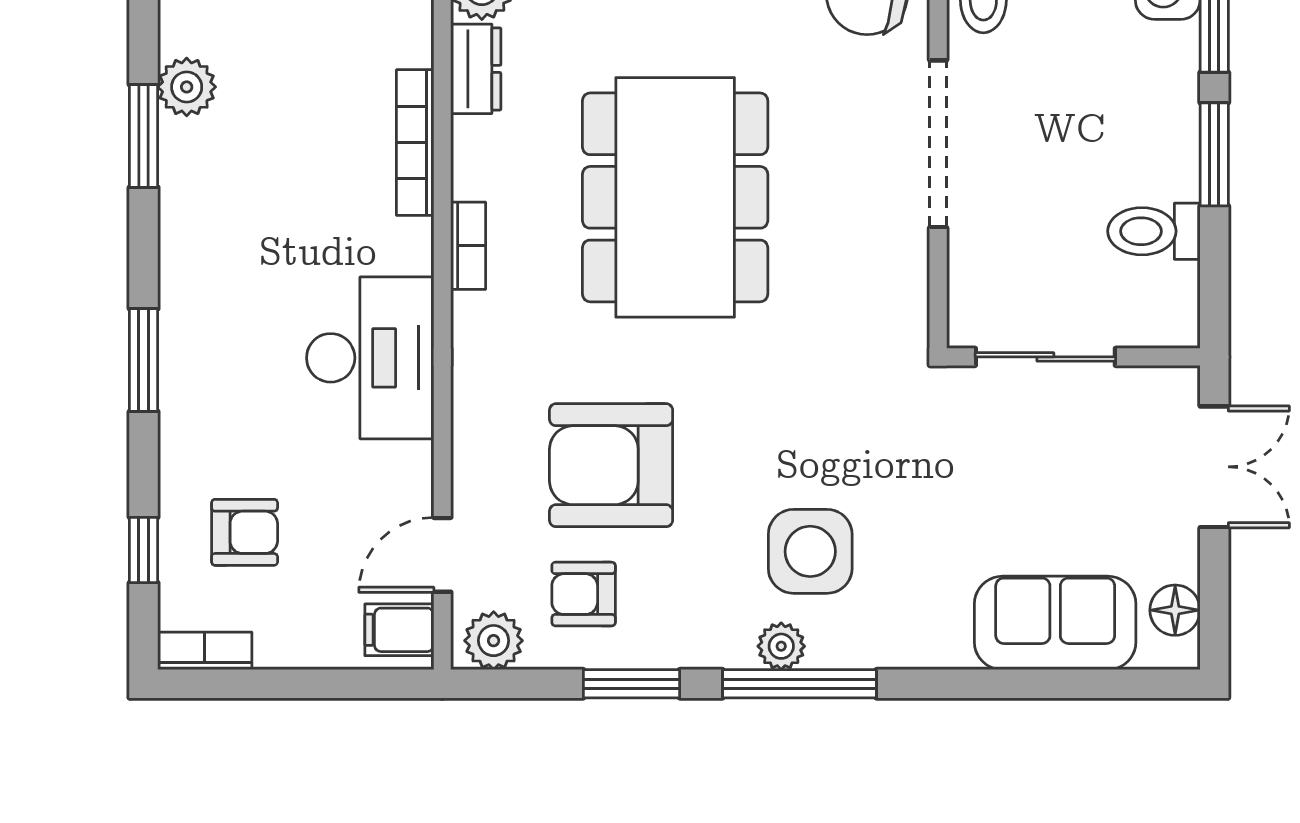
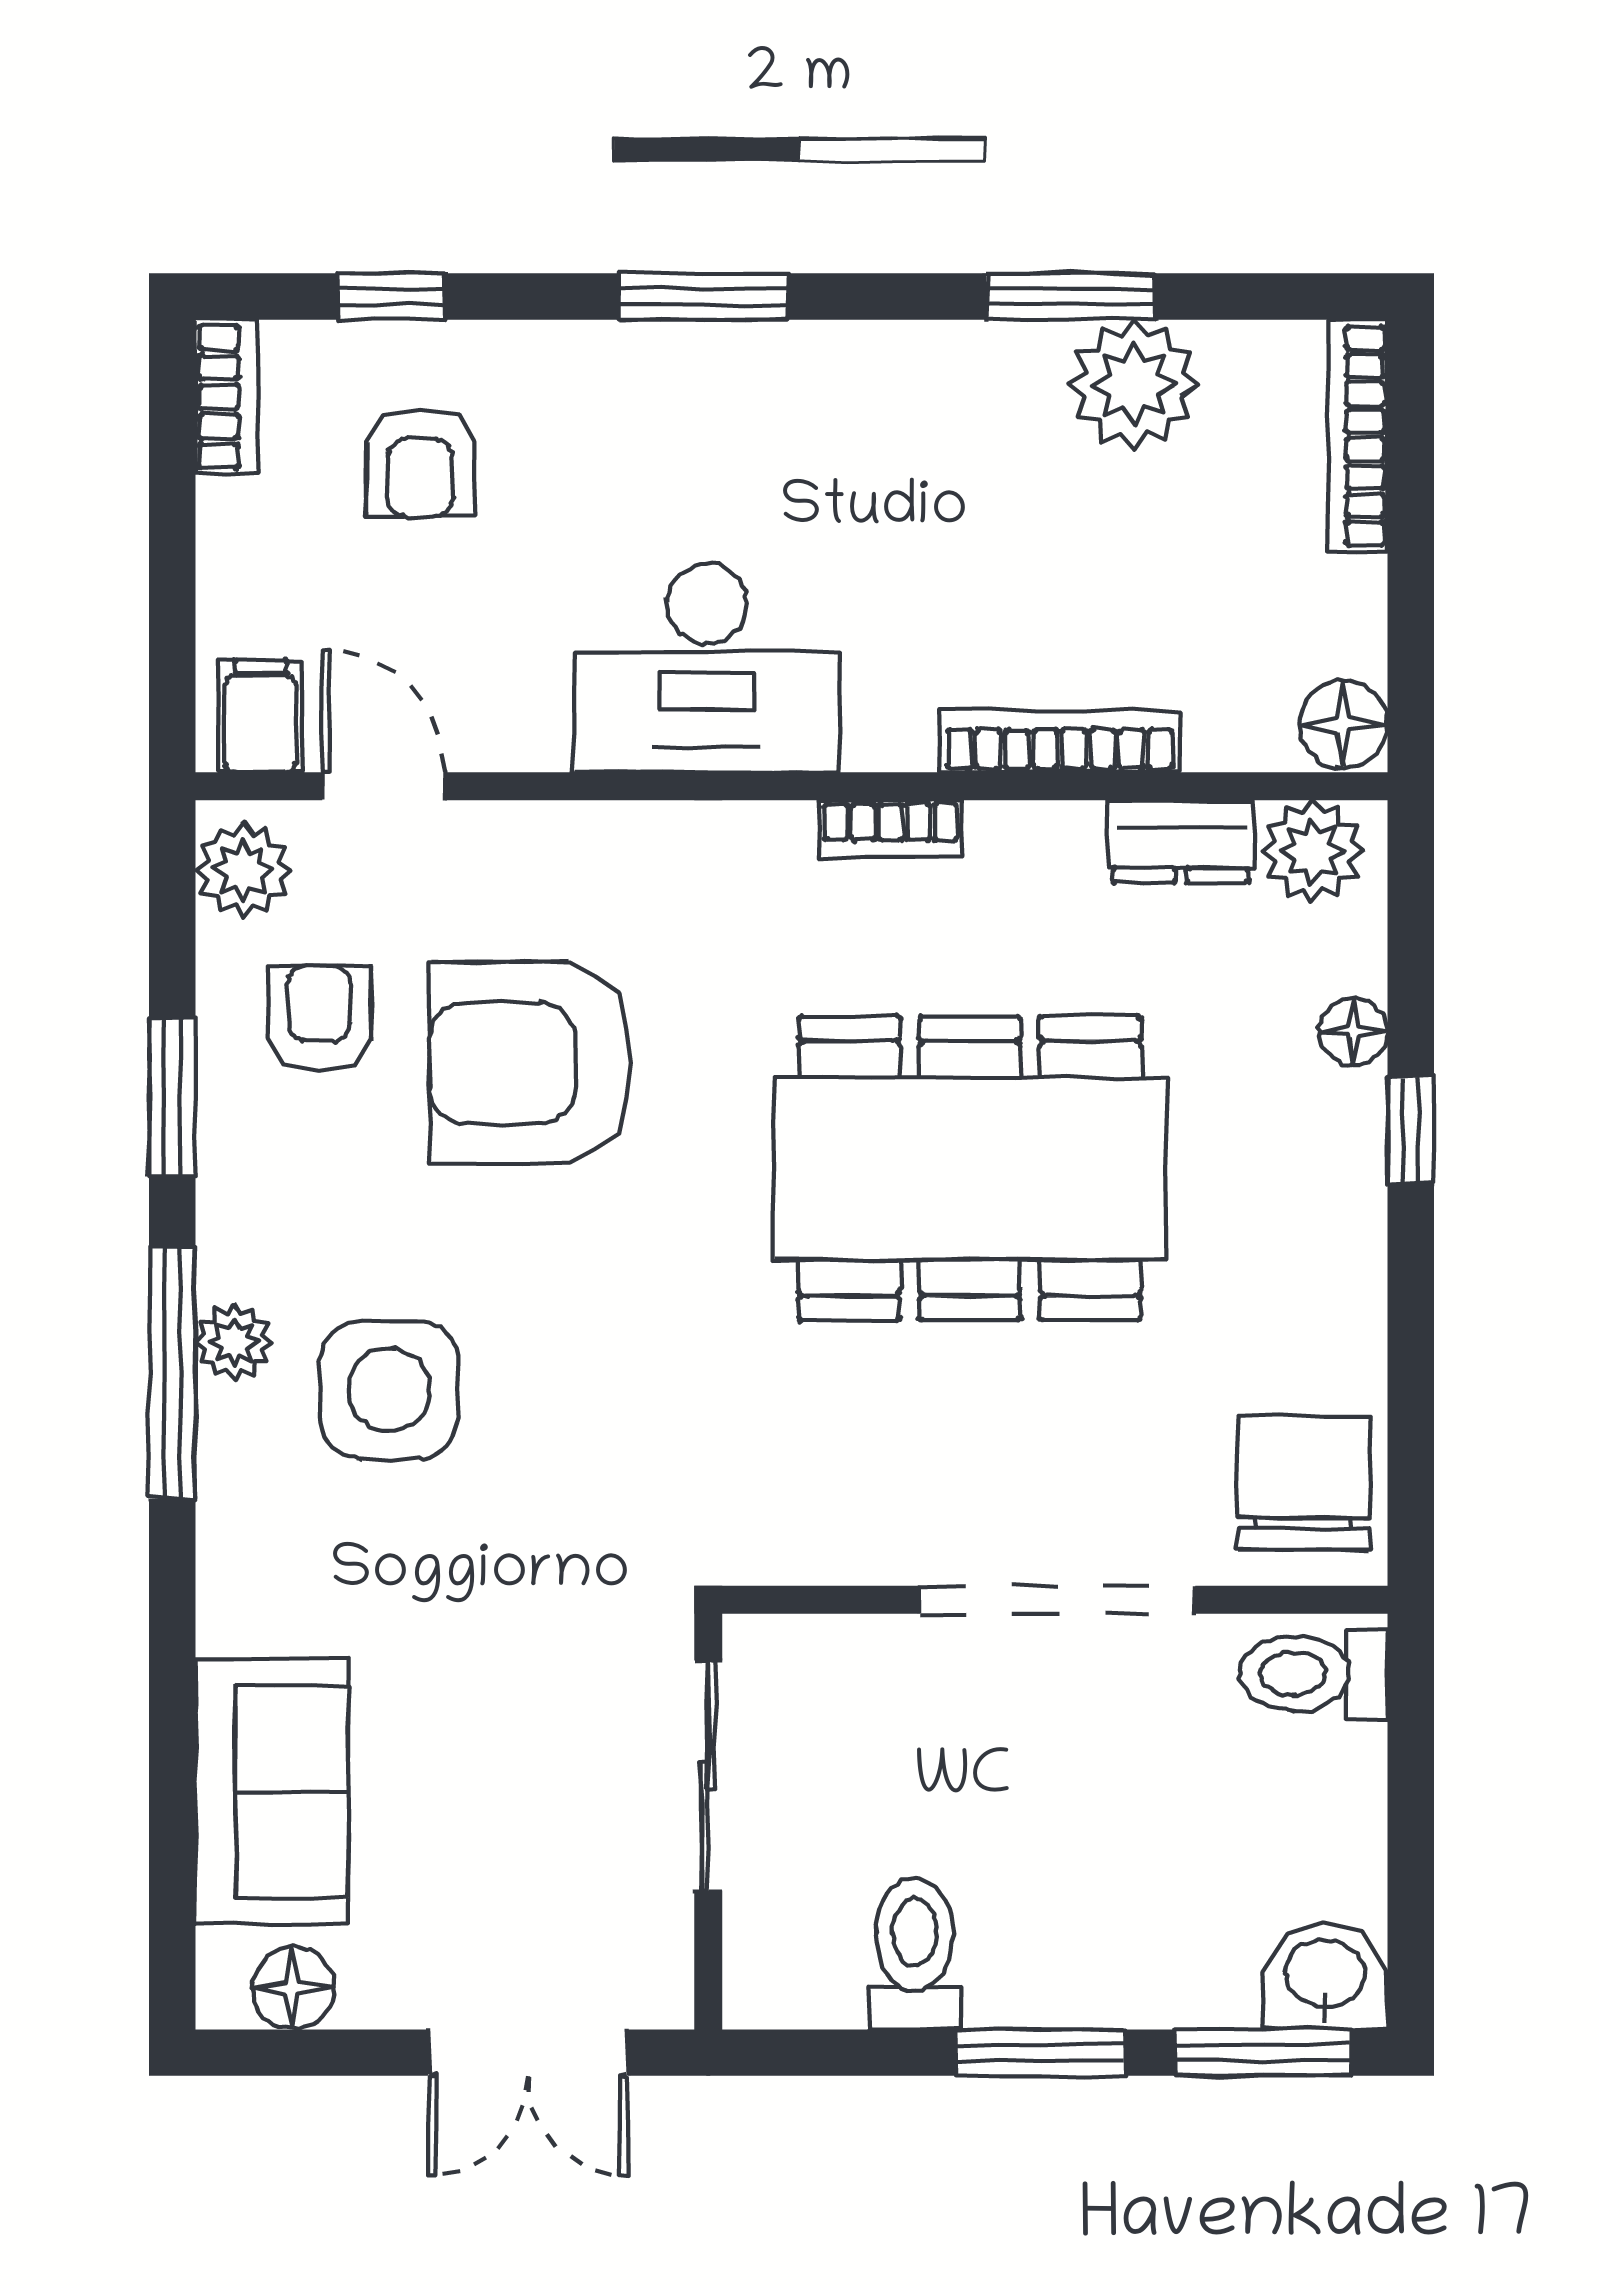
plant: (187, 87) -> (1134, 385), width x1.36, depth x1.36
armchair: (611, 465) -> (531, 1063), turned -90

